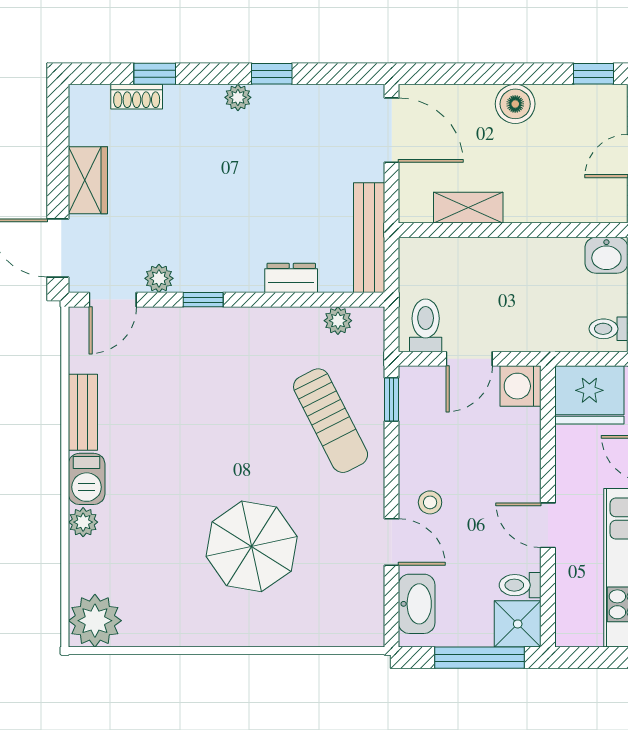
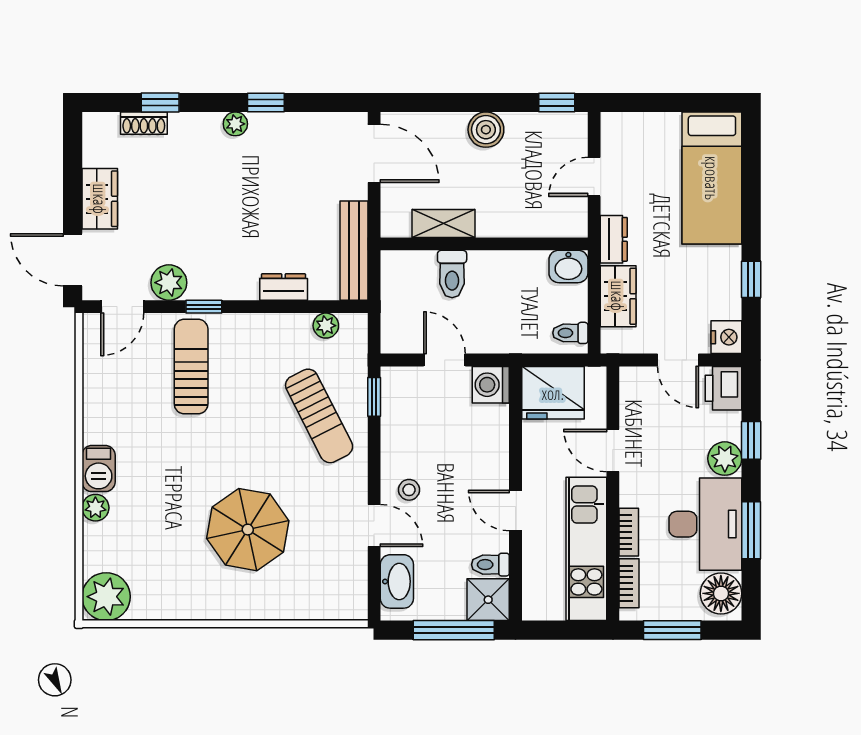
plant: (159, 278) -> (169, 283), width x1.38, depth x1.38
toilet: (426, 325) -> (452, 274), moved, turned 180
door: (469, 359) -> (444, 360), swing flipped
sun lounger: (189, 366) -> (191, 367), added
bench: (83, 412) -> (95, 408), removed

